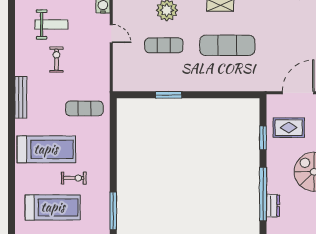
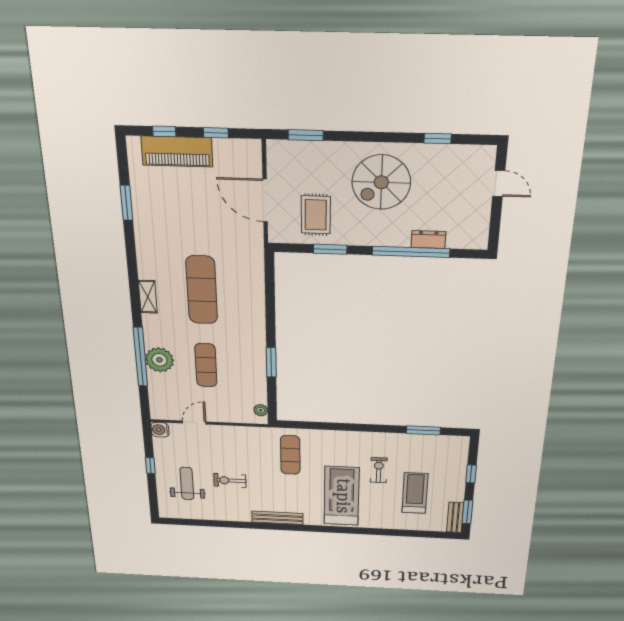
plant: (125, 86) -> (261, 410), added
treadmill: (53, 207) -> (415, 493), width x0.73, depth x0.73
window: (113, 211) -> (423, 430), width x0.69

